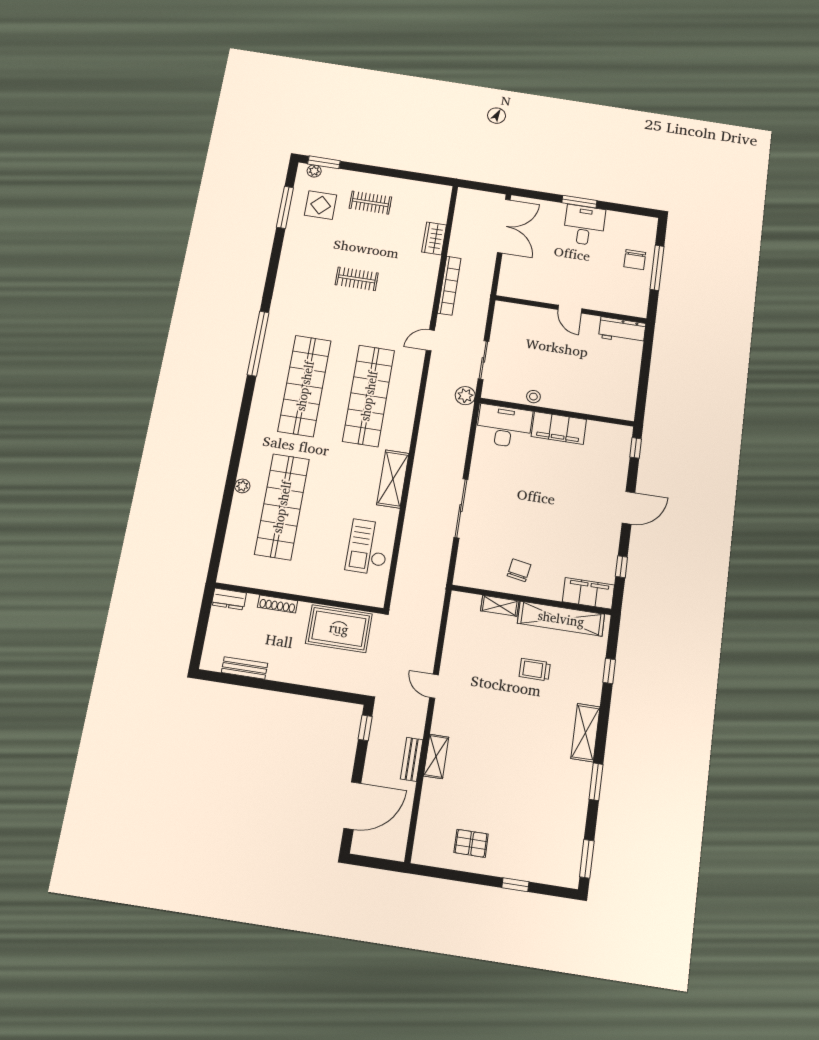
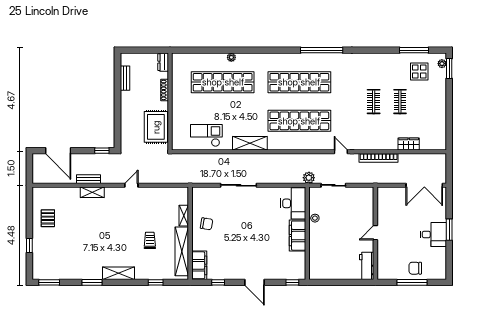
clothes rail: (370, 203) -> (400, 102), moved

